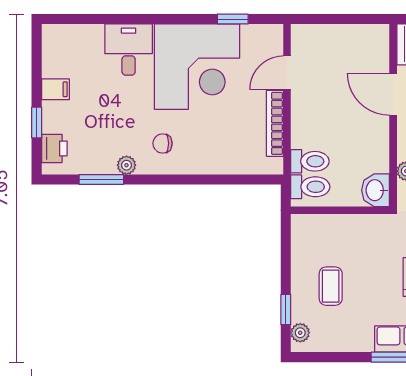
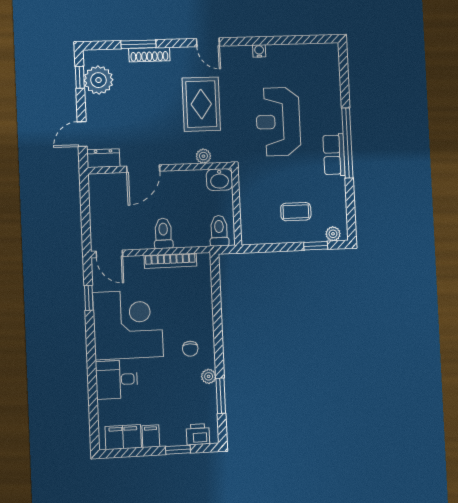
filing cabinet: (56, 55) -> (123, 437), added
door: (287, 73) -> (109, 254), moved
toilet: (310, 161) -> (163, 233), moved

